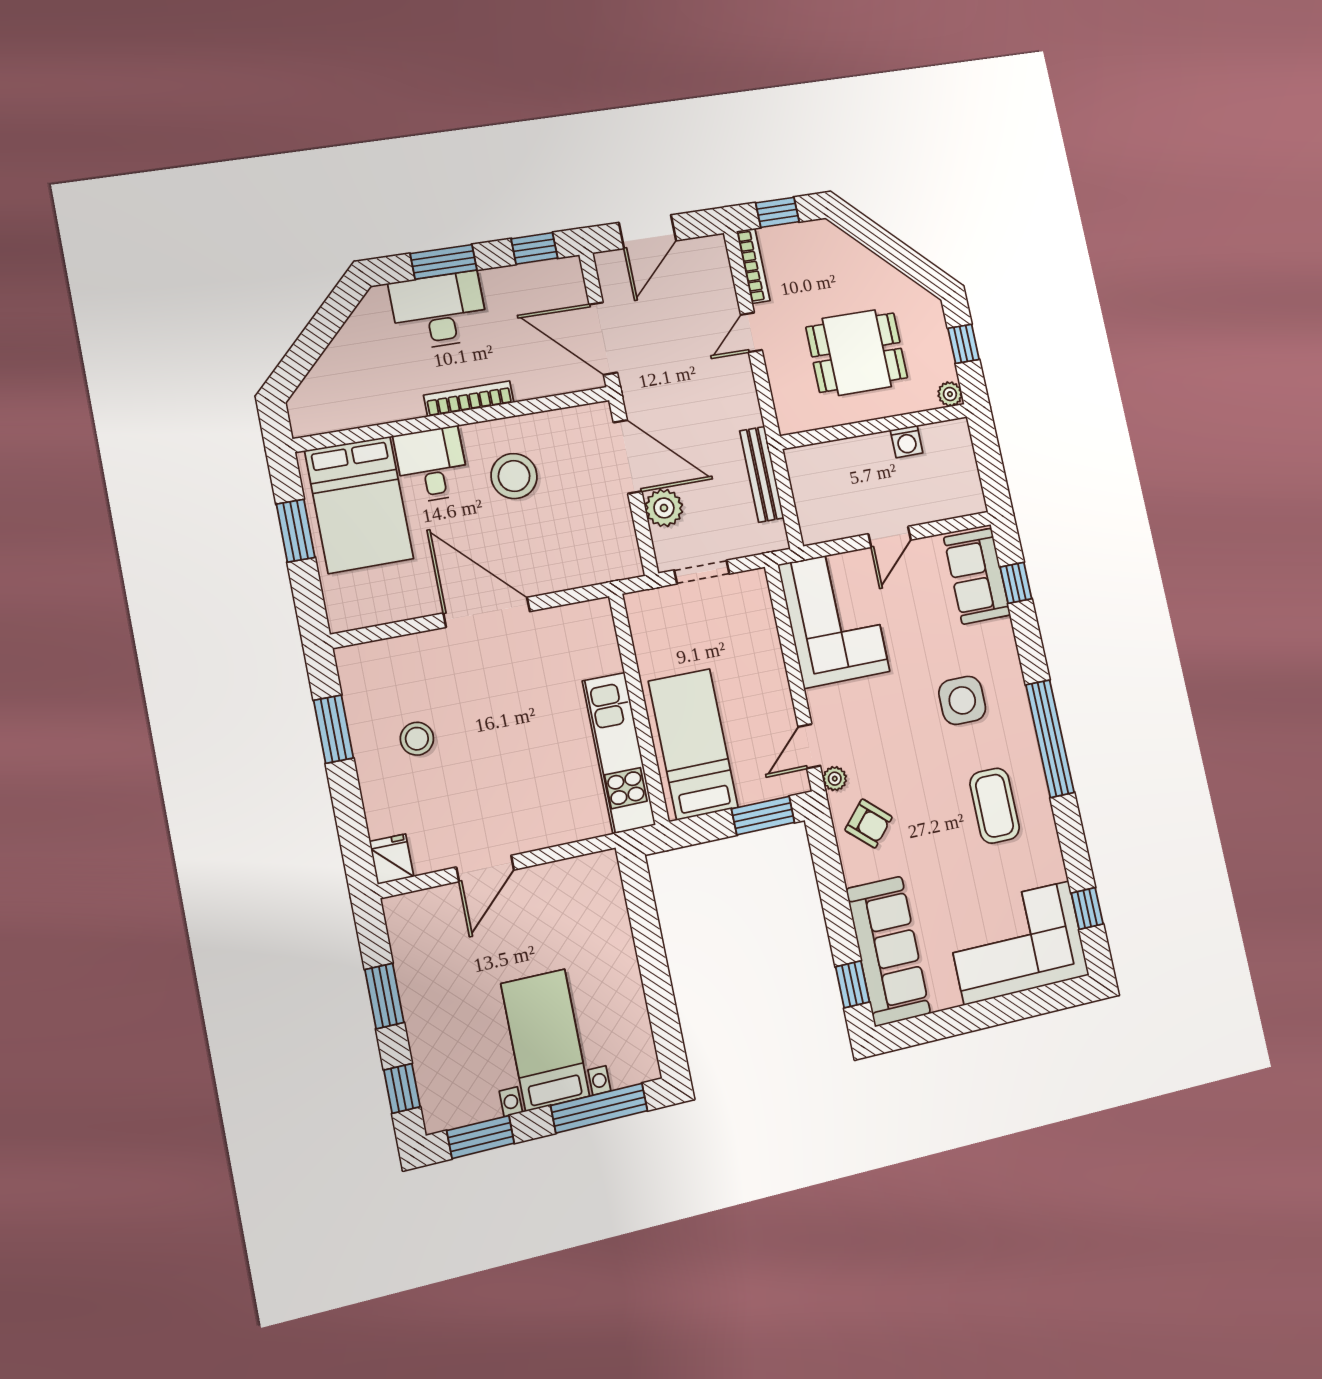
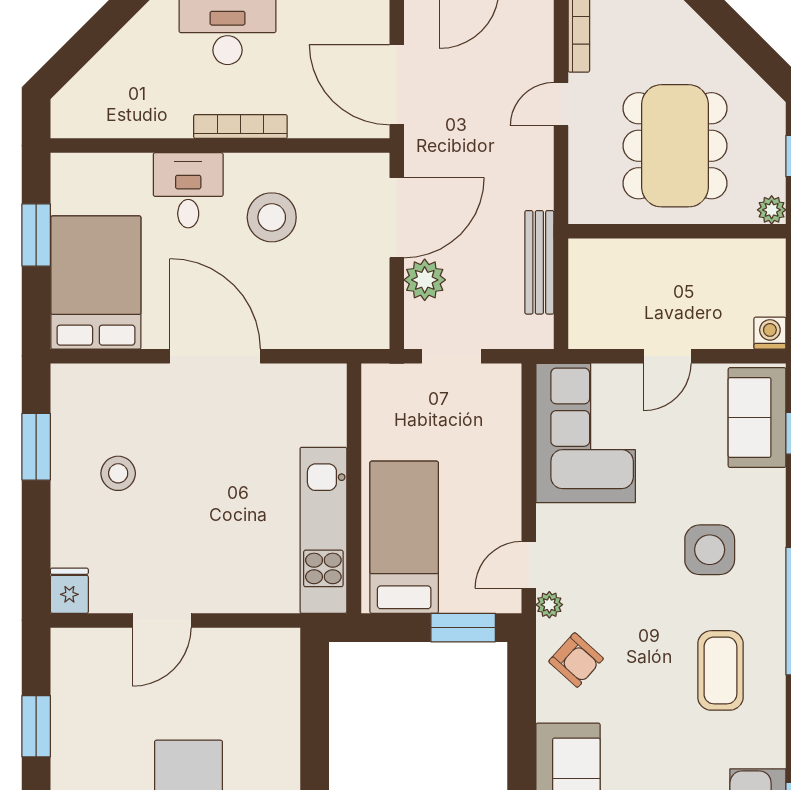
dining table: (857, 353) -> (675, 146), width x1.38
washing machine: (907, 442) -> (770, 333), moved, turned 180
door: (628, 457) -> (397, 218), hinge flipped
bed: (359, 505) -> (96, 282), moved, turned 180

